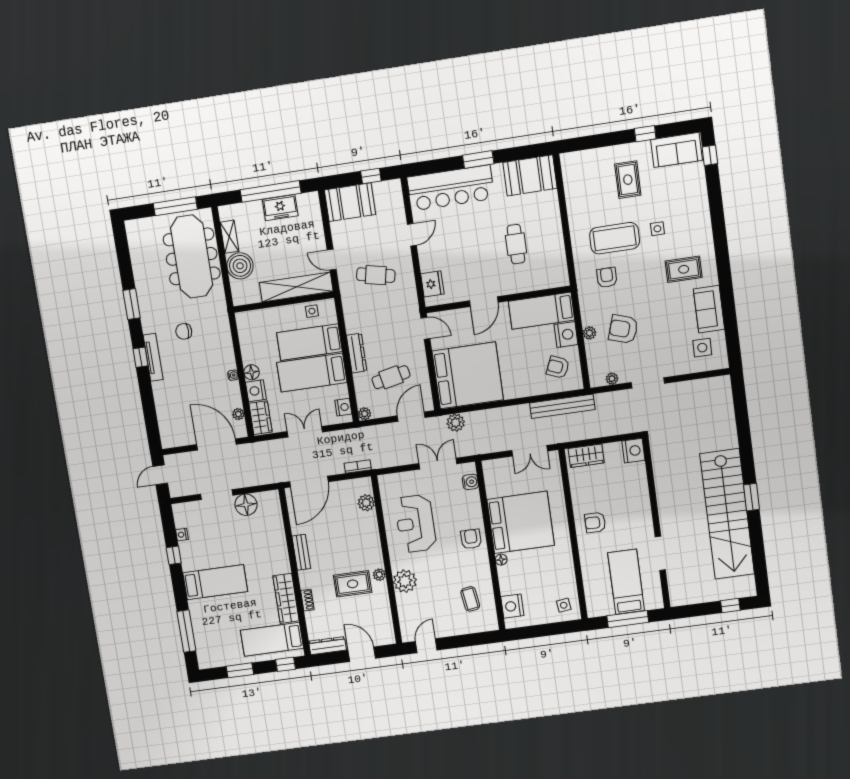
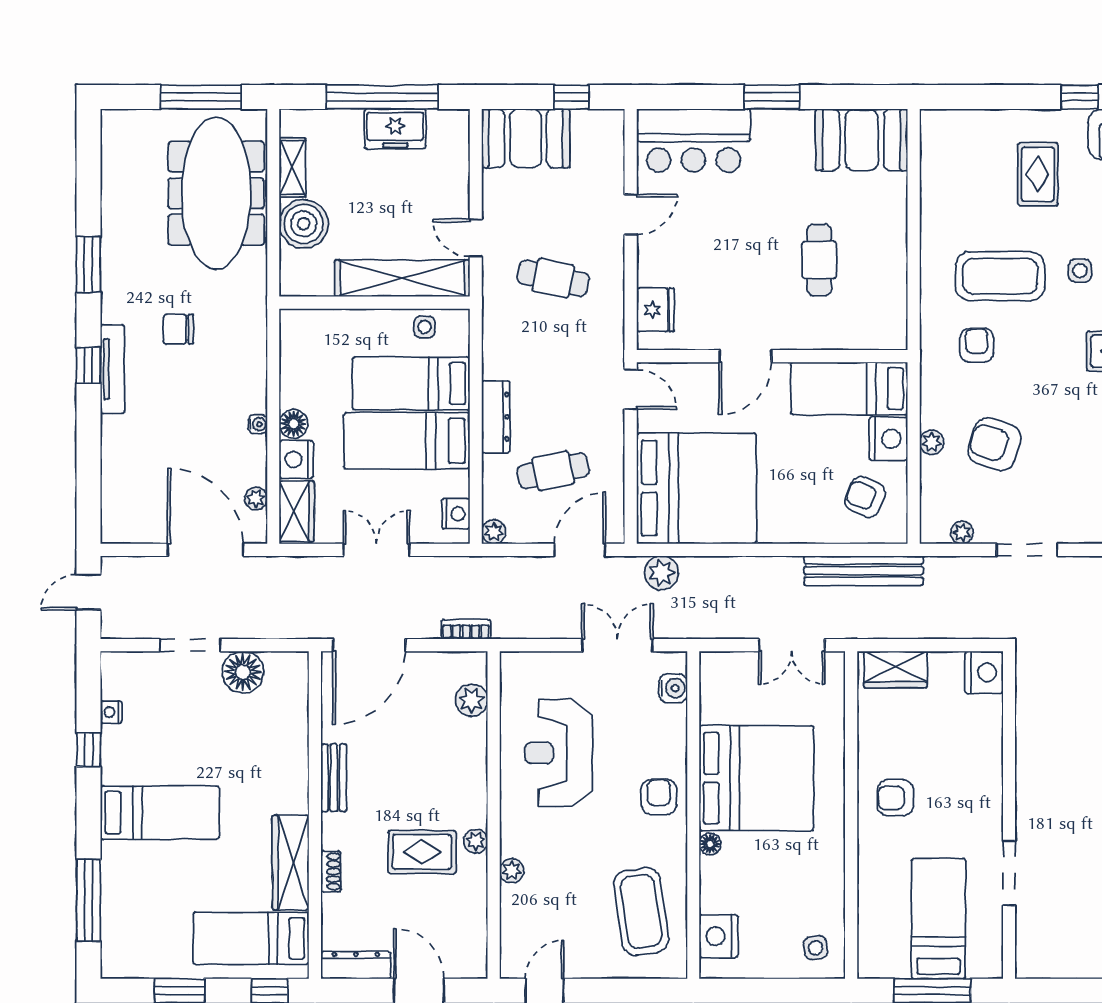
bar counter: (451, 188) -> (693, 140), width x0.73
plant: (405, 581) -> (512, 871), width x0.53, depth x0.53
coffee table: (470, 599) -> (641, 912), width x1.86, depth x1.72

